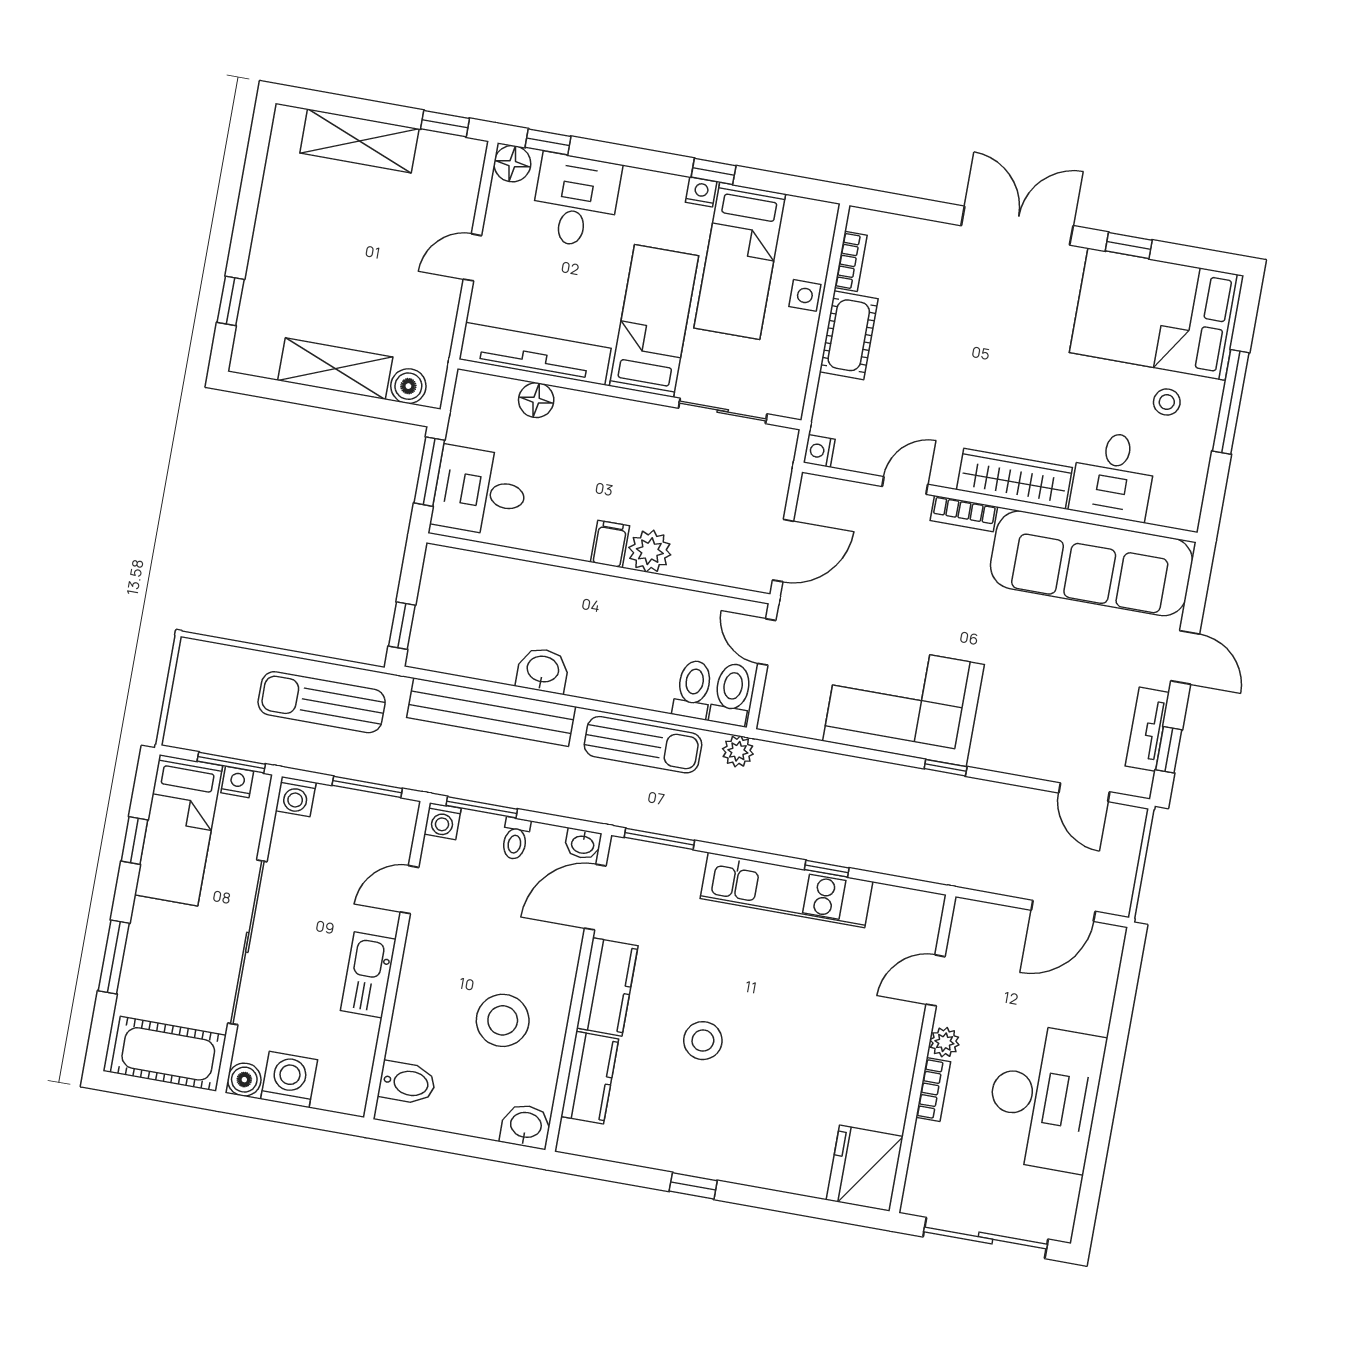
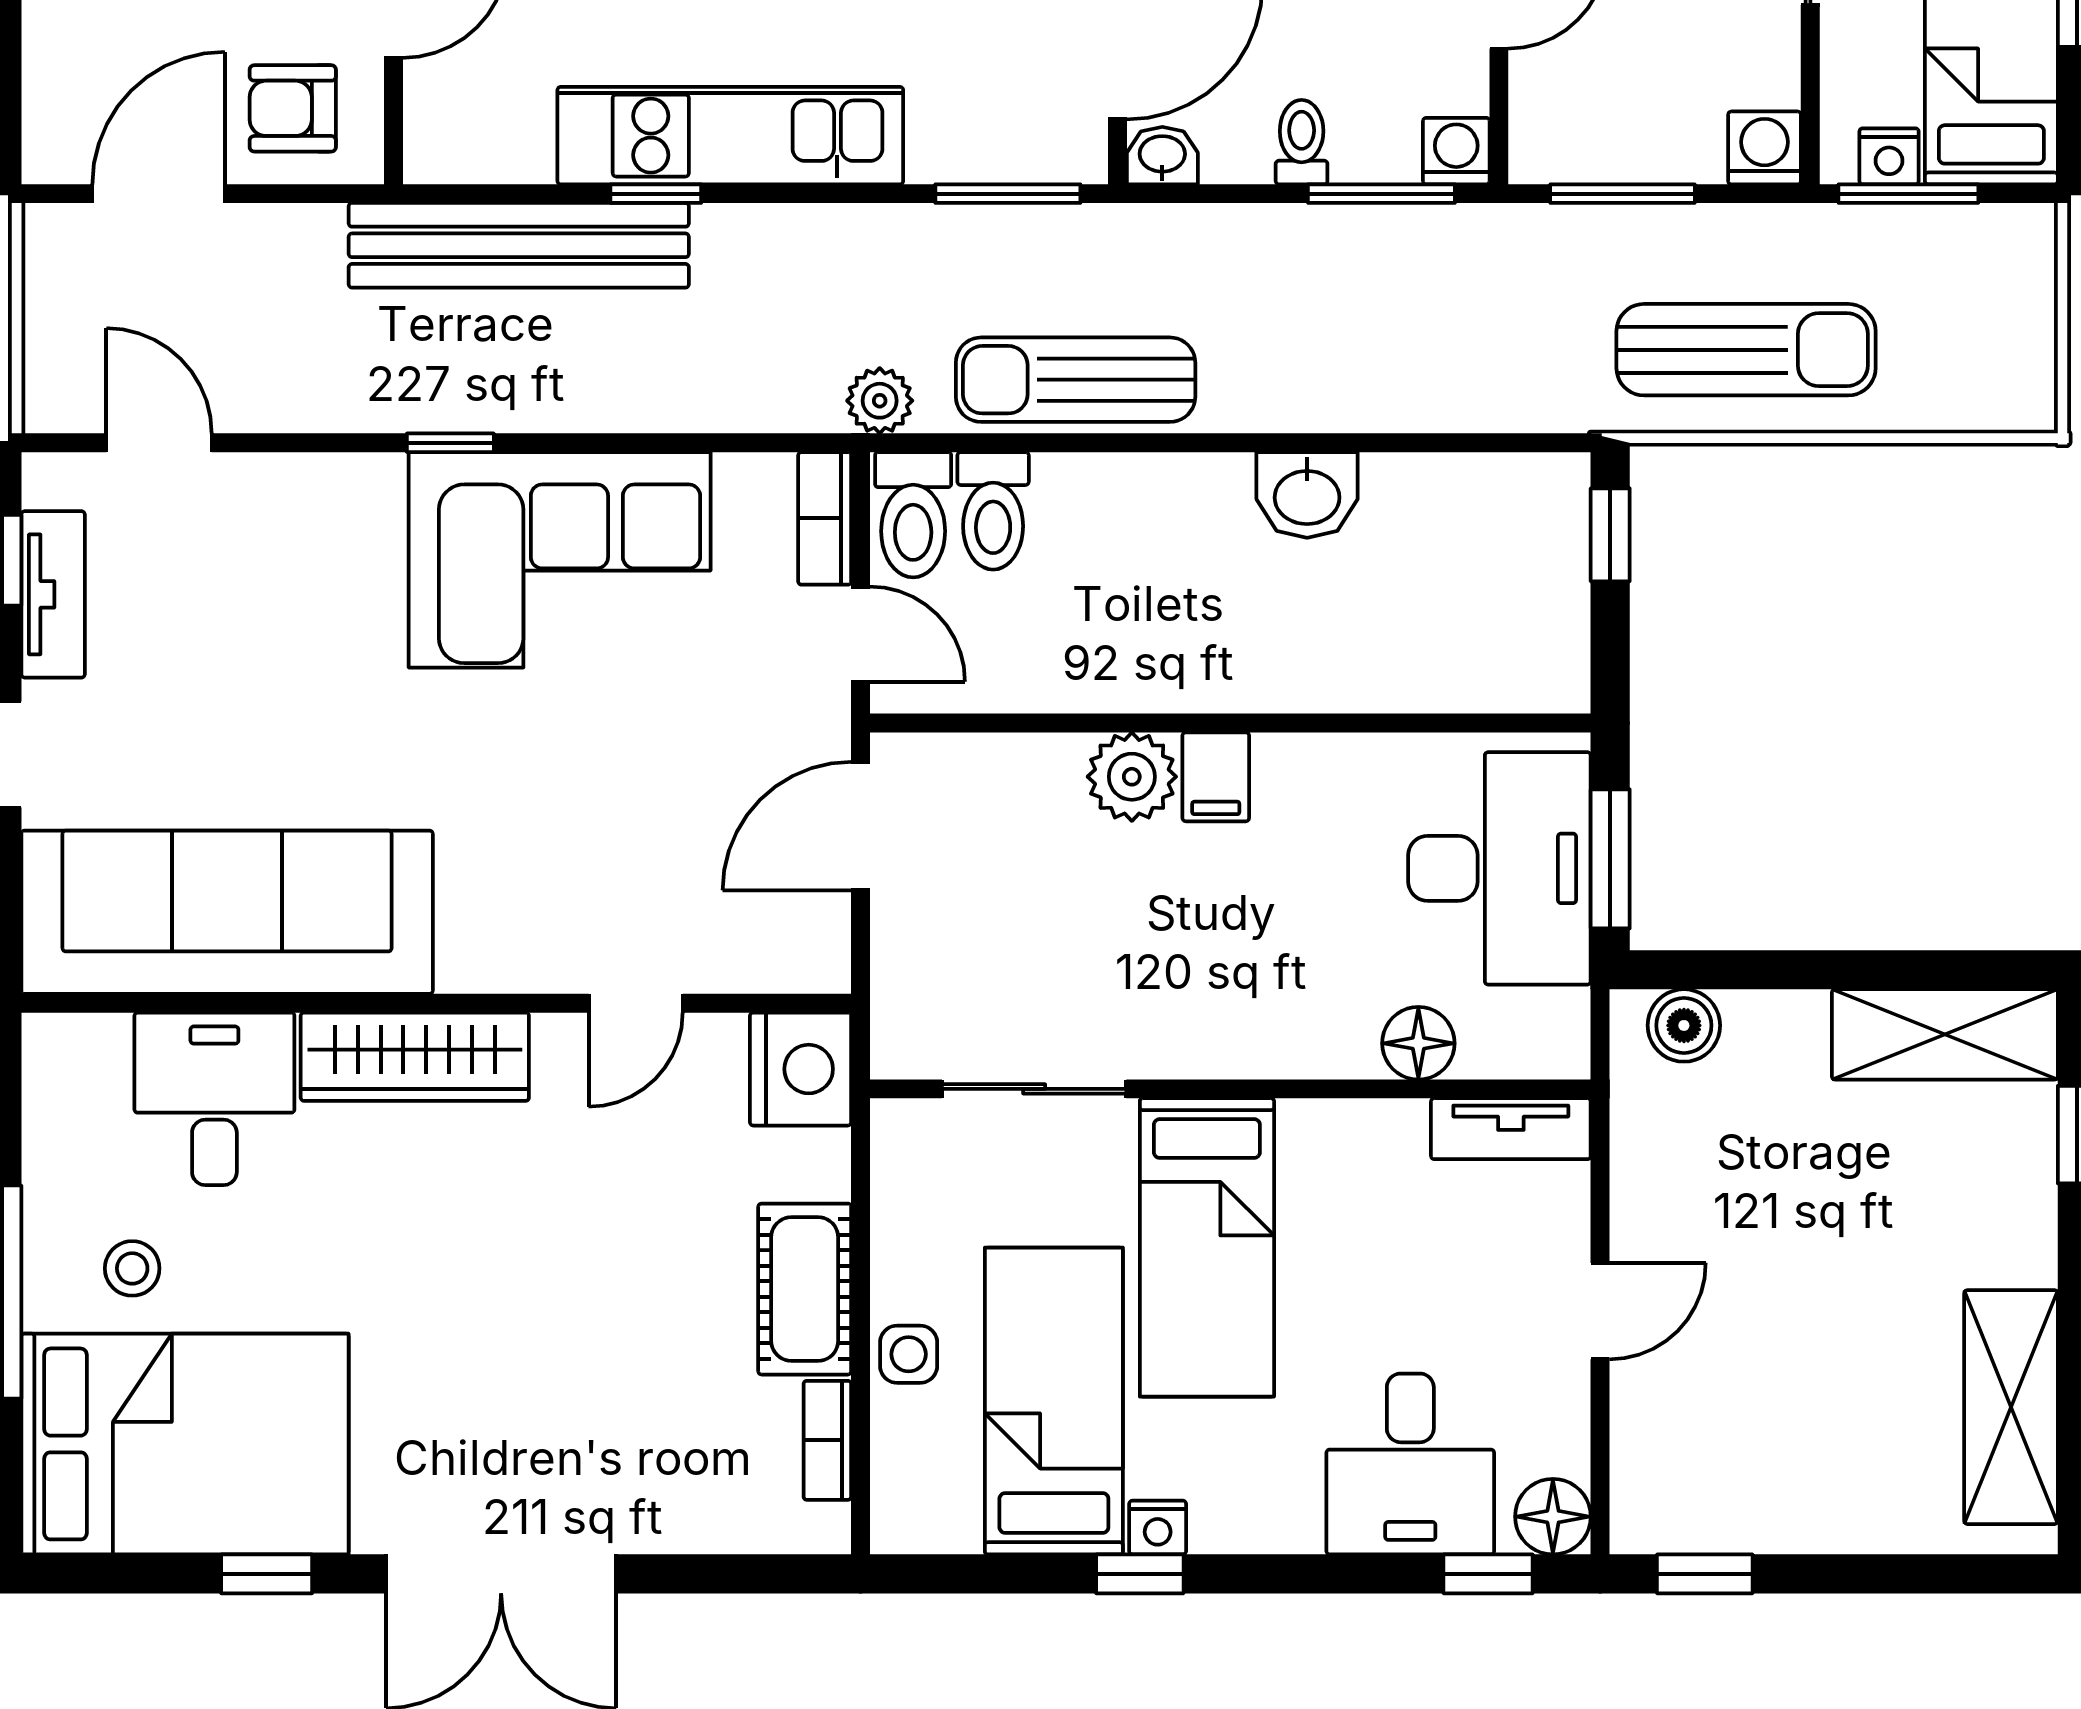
shelving: (359, 141) -> (2011, 1407), moved, turned 90
tv unit: (535, 354) -> (1511, 1129), width x0.52, depth x0.78
shelving: (335, 369) -> (1945, 1034), moved
nightstand: (819, 451) -> (801, 1069), width x1.89, depth x1.79
desk: (480, 491) -> (1499, 868), width x1.37
bookcase: (964, 514) -> (825, 518), moved, turned -90
bench: (491, 712) -> (519, 245), moved
armchair: (992, 940) -> (293, 108), added

